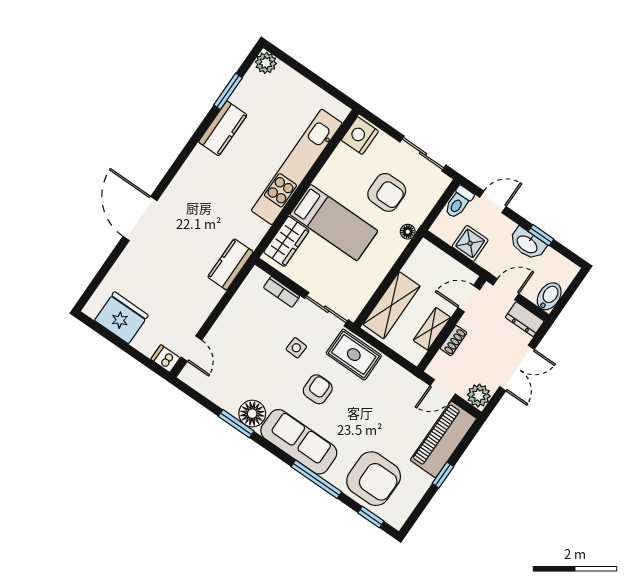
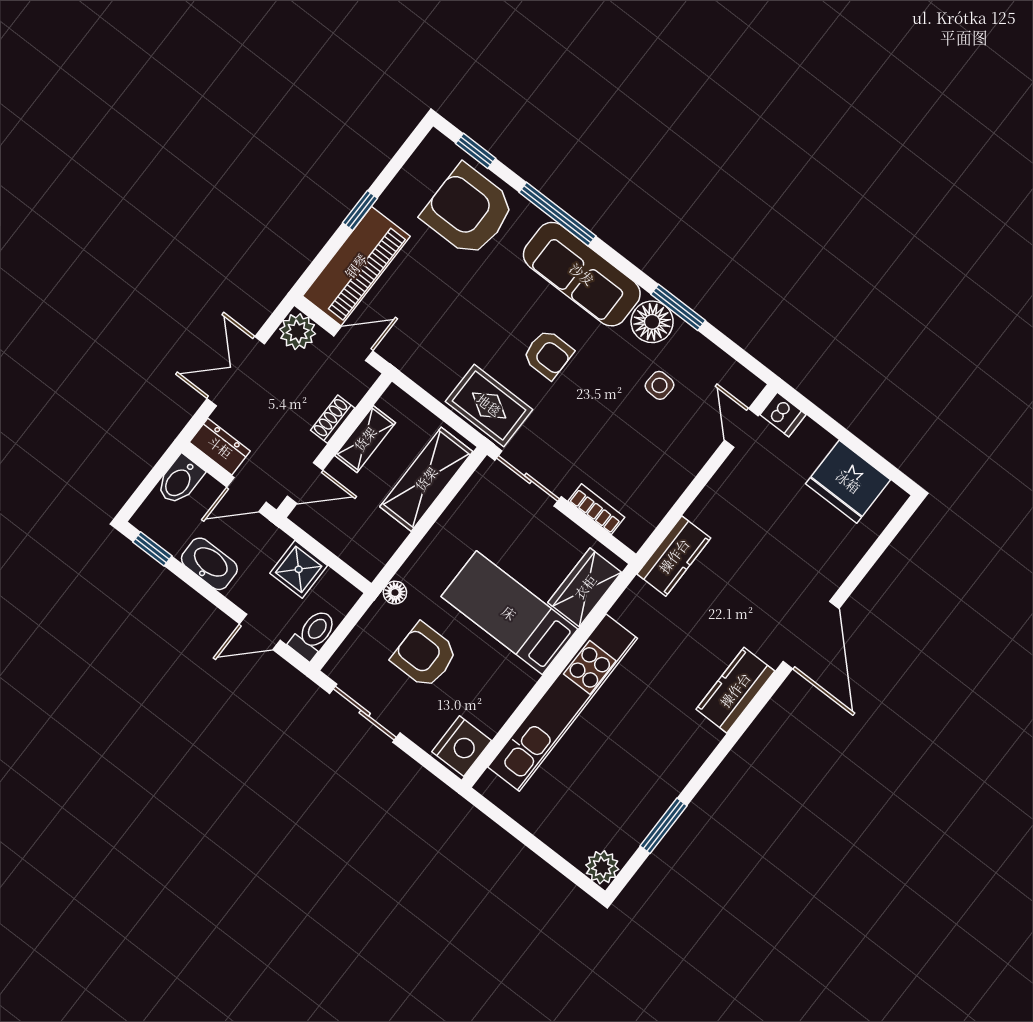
kitchen counter: (223, 128) -> (735, 690), moved
window: (541, 235) -> (152, 549), moved
side table: (296, 348) -> (660, 385), moved
armchair: (318, 389) -> (548, 354), turned -90

